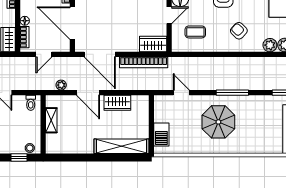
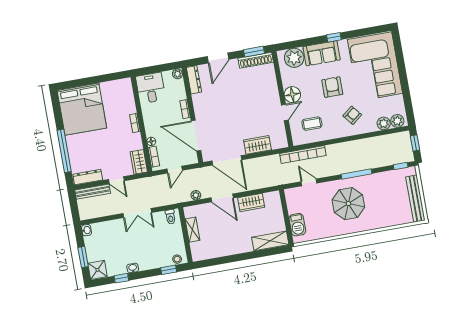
armchair: (239, 31) -> (352, 115), turned 97
wardrobe: (153, 44) -> (257, 145), moved
bookcase: (144, 62) -> (303, 154), moved
shelving: (122, 146) -> (270, 241), width x0.68

